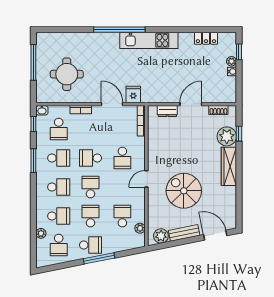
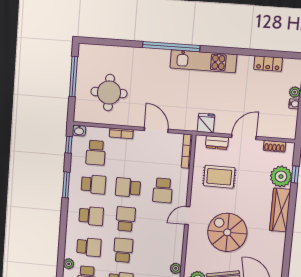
fridge: (133, 94) -> (206, 123), moved
rug: (172, 141) -> (219, 177), added
school desk: (122, 216) -> (158, 254), removed

